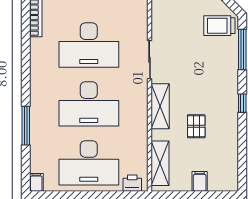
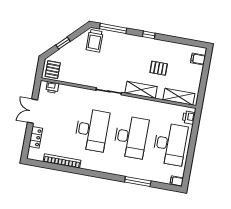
filing cabinet: (200, 181) -> (198, 59), moved

